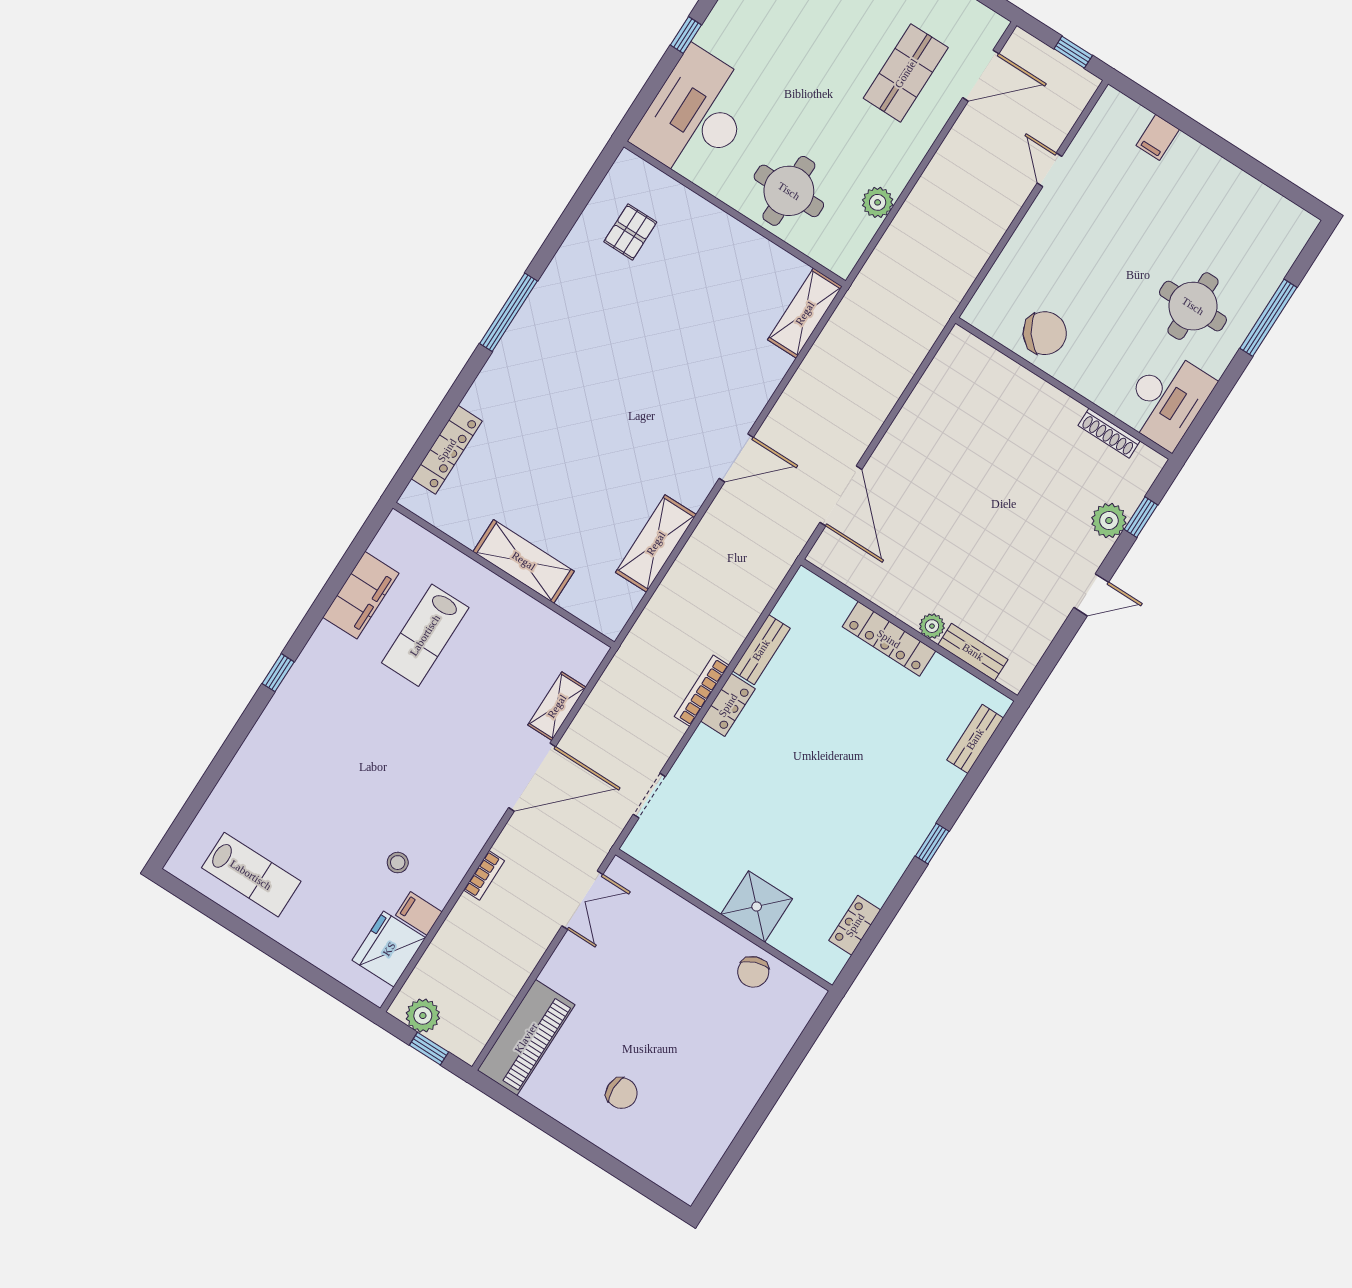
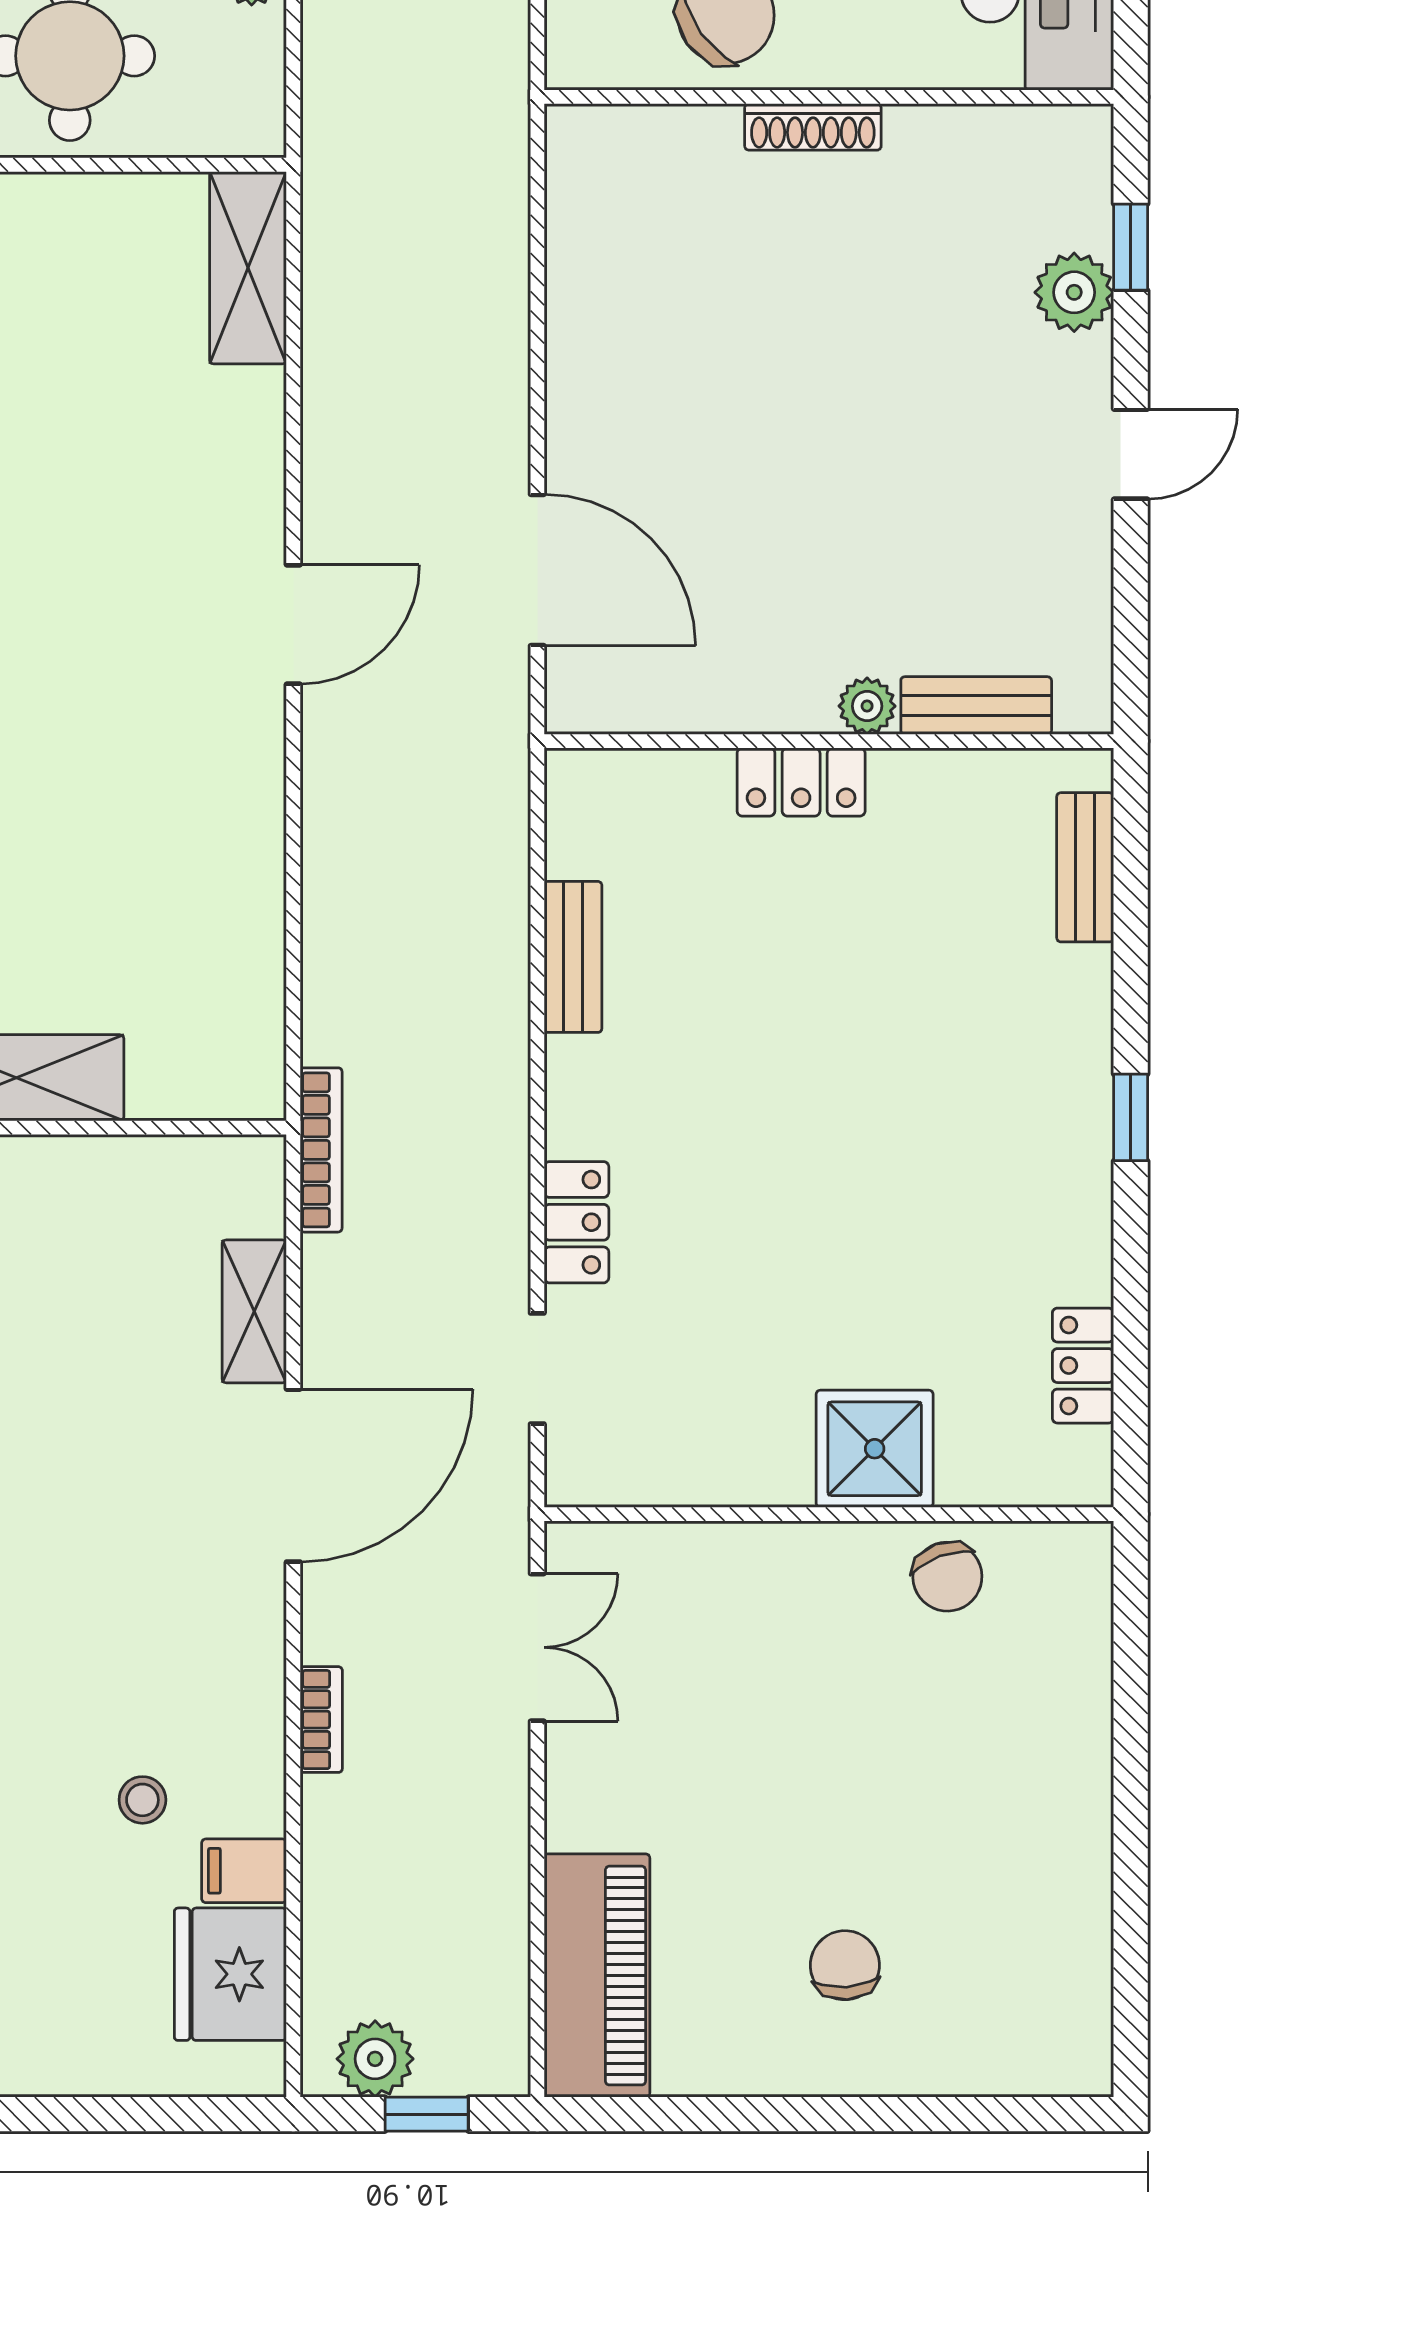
shoe rack: (1109, 433) -> (813, 127), moved
shelving: (656, 543) -> (245, 884), removed
locker: (889, 639) -> (801, 782), width x0.66
bookcase: (702, 691) -> (321, 1150), moved, turned 180
locker: (728, 705) -> (576, 1222), moved
chair: (622, 1093) -> (845, 1965), turned -94

